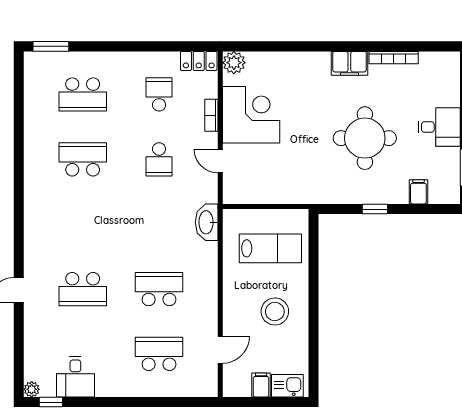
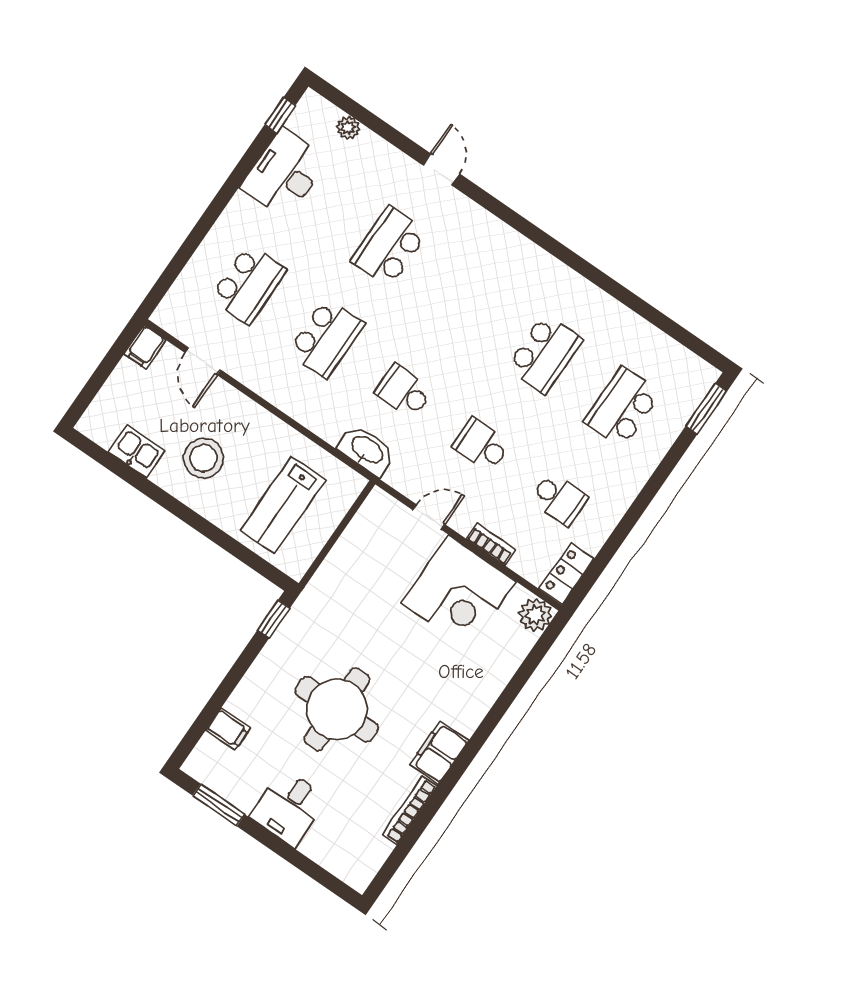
window: (375, 209) -> (274, 619), moved
school desk: (159, 224) -> (404, 392), added
desk: (75, 377) -> (284, 174), width x1.37
filing cabinet: (261, 385) -> (145, 347), moved, turned 90
kitchen sink: (287, 386) -> (137, 451), moved, turned -90
plant: (32, 389) -> (348, 128), moved

